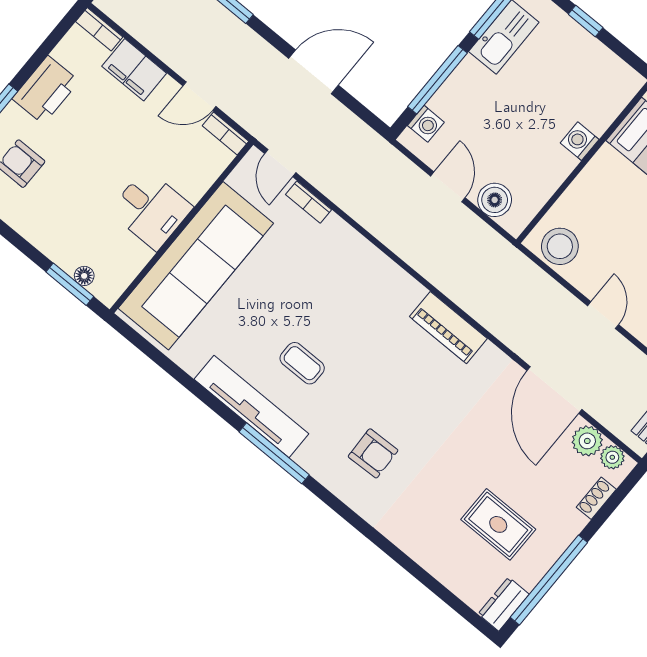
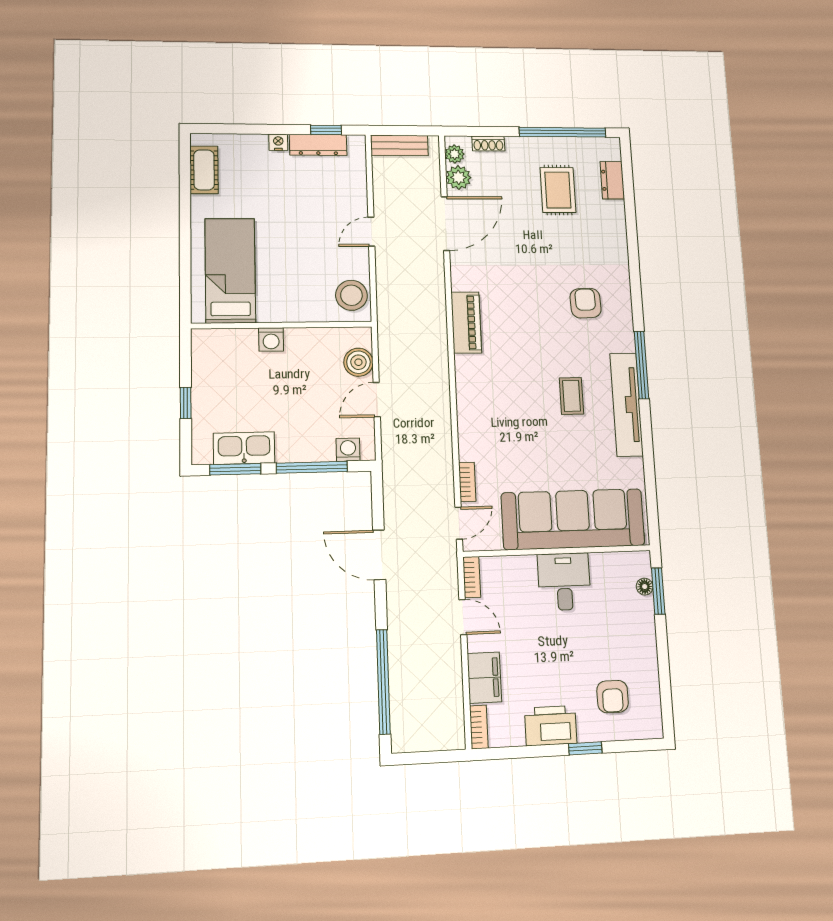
dresser: (504, 604) -> (612, 180), moved, turned 90

